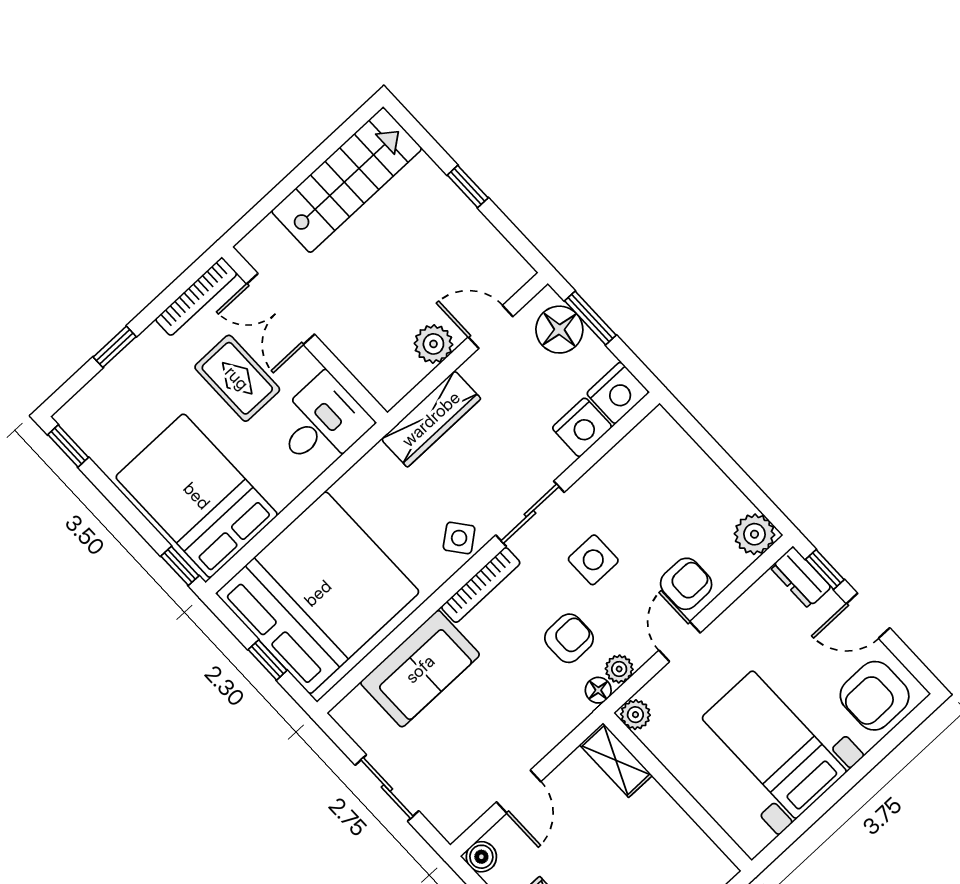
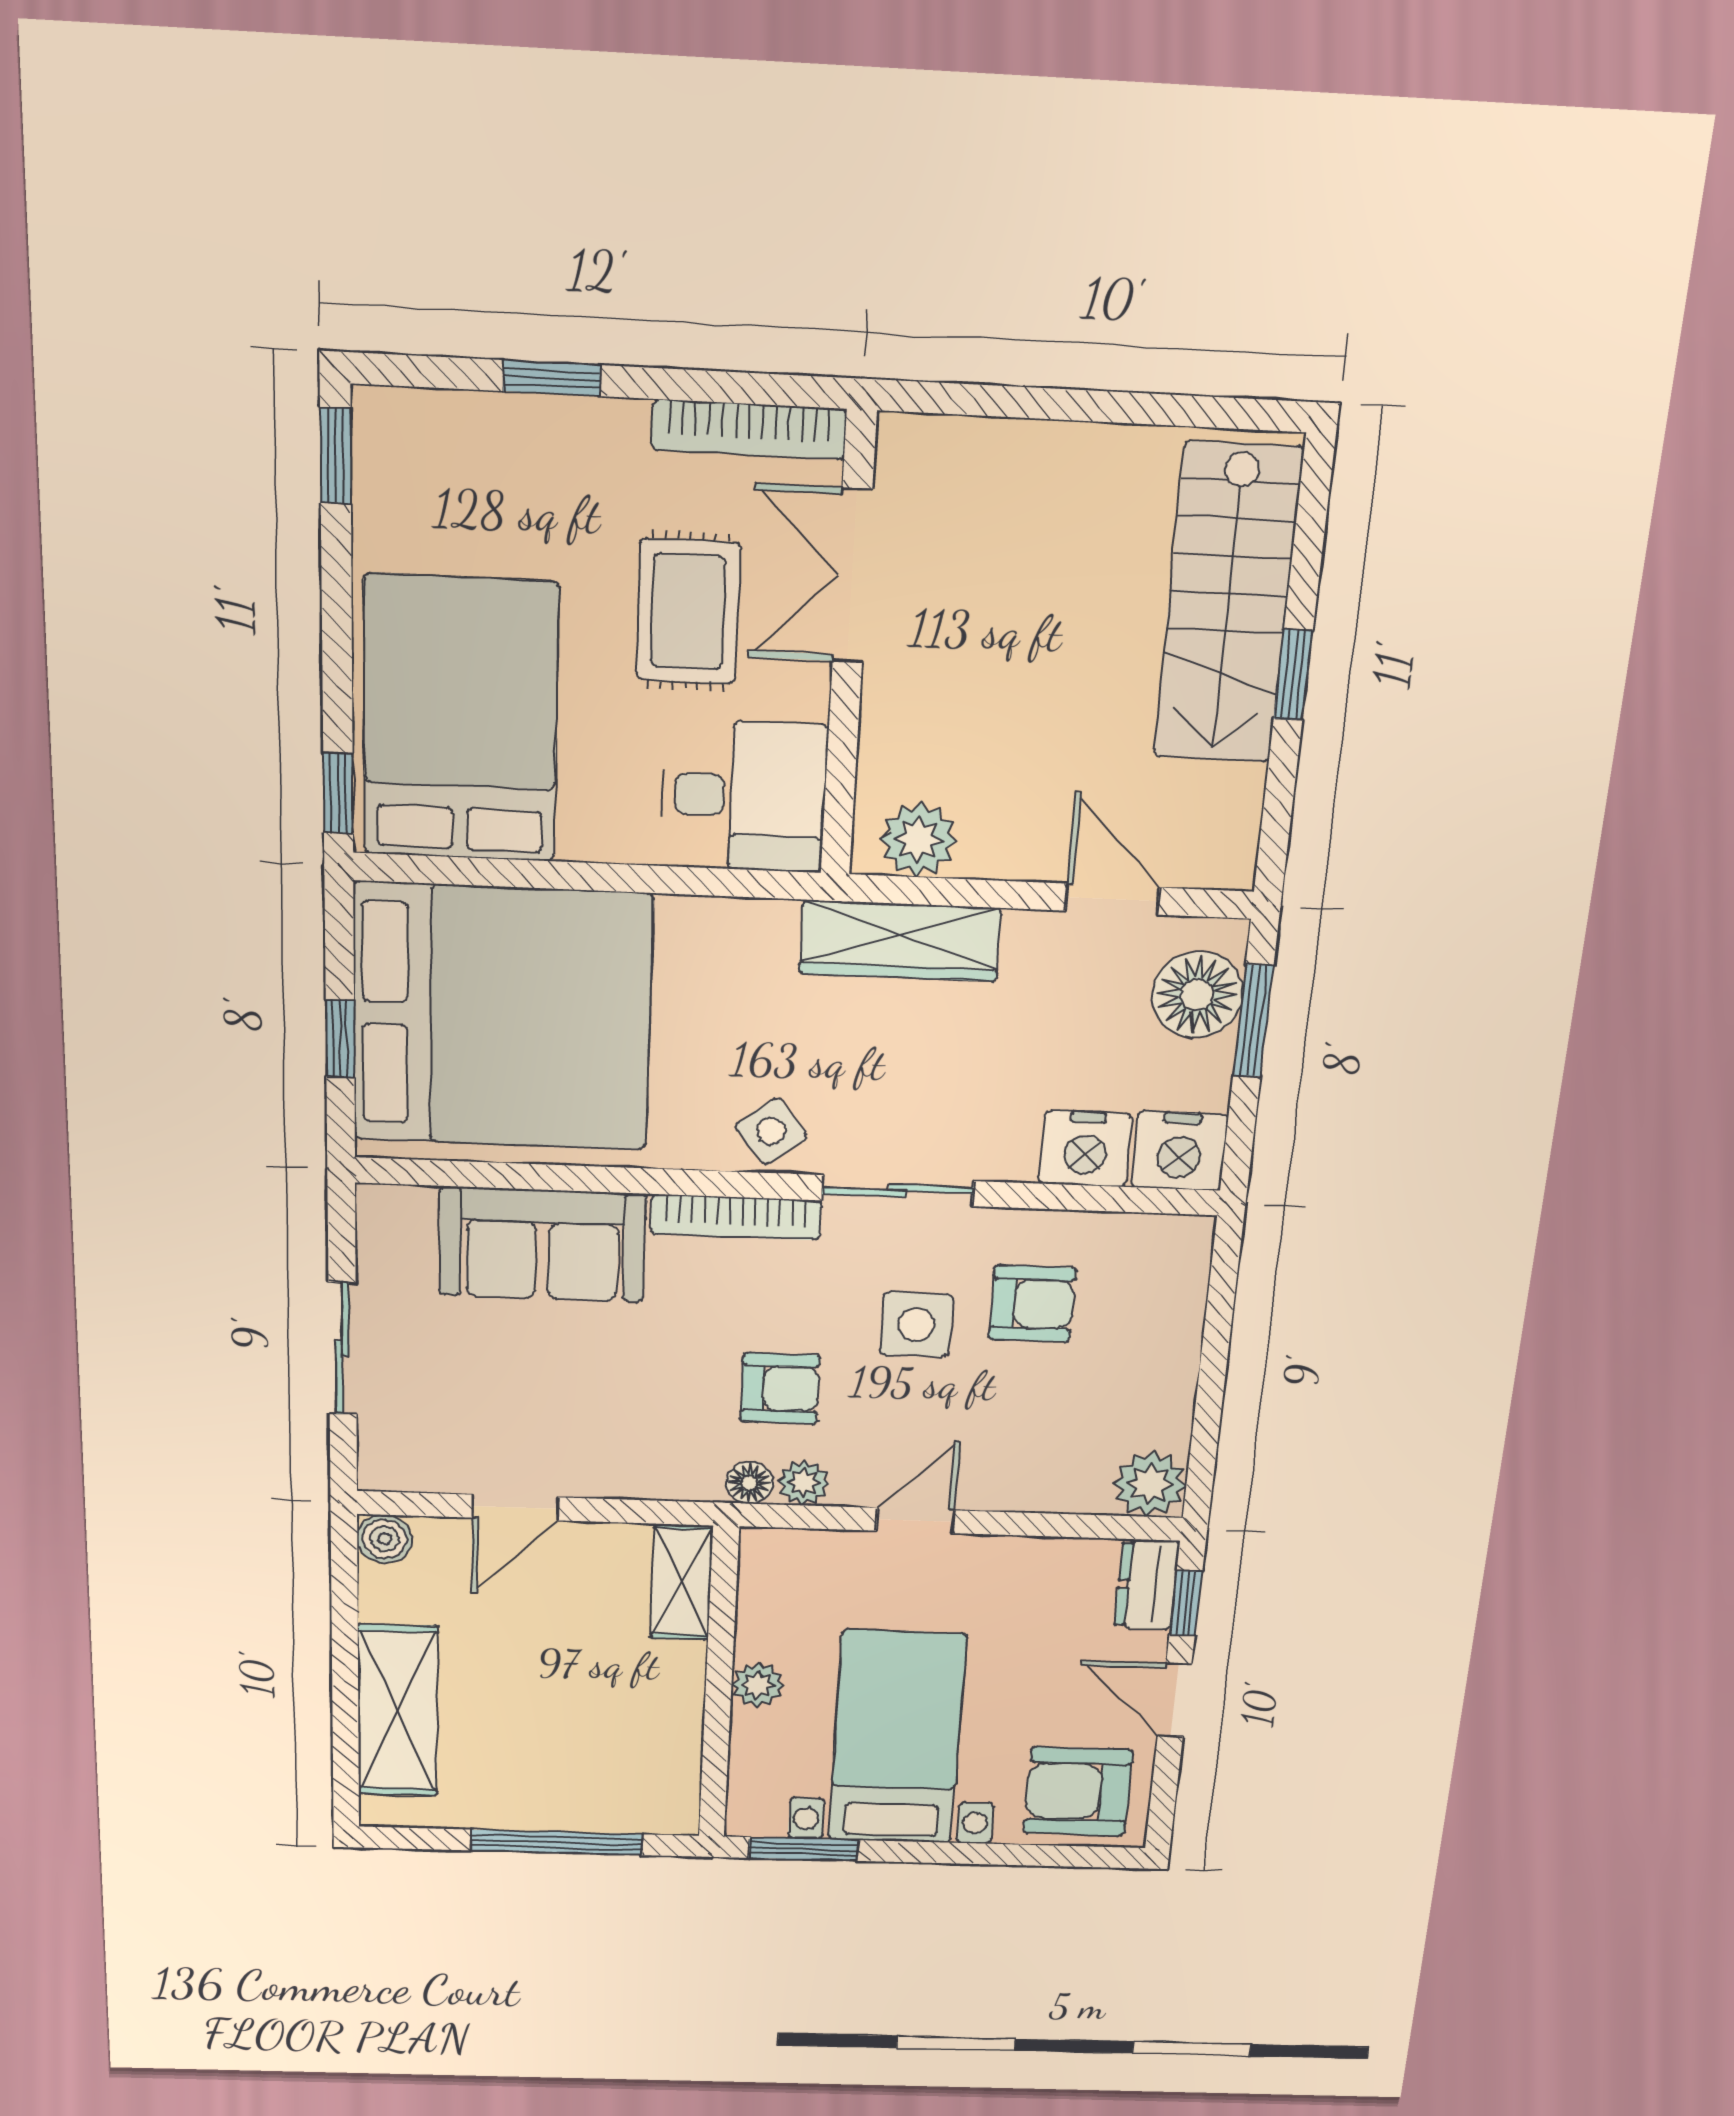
stairs: (347, 180) -> (1228, 604), moved, turned 90
plant: (433, 344) -> (918, 840), moved
armchair: (686, 584) -> (1032, 1304), moved
plant: (635, 715) -> (758, 1685), moved
window: (791, 835) -> (803, 1849), added

